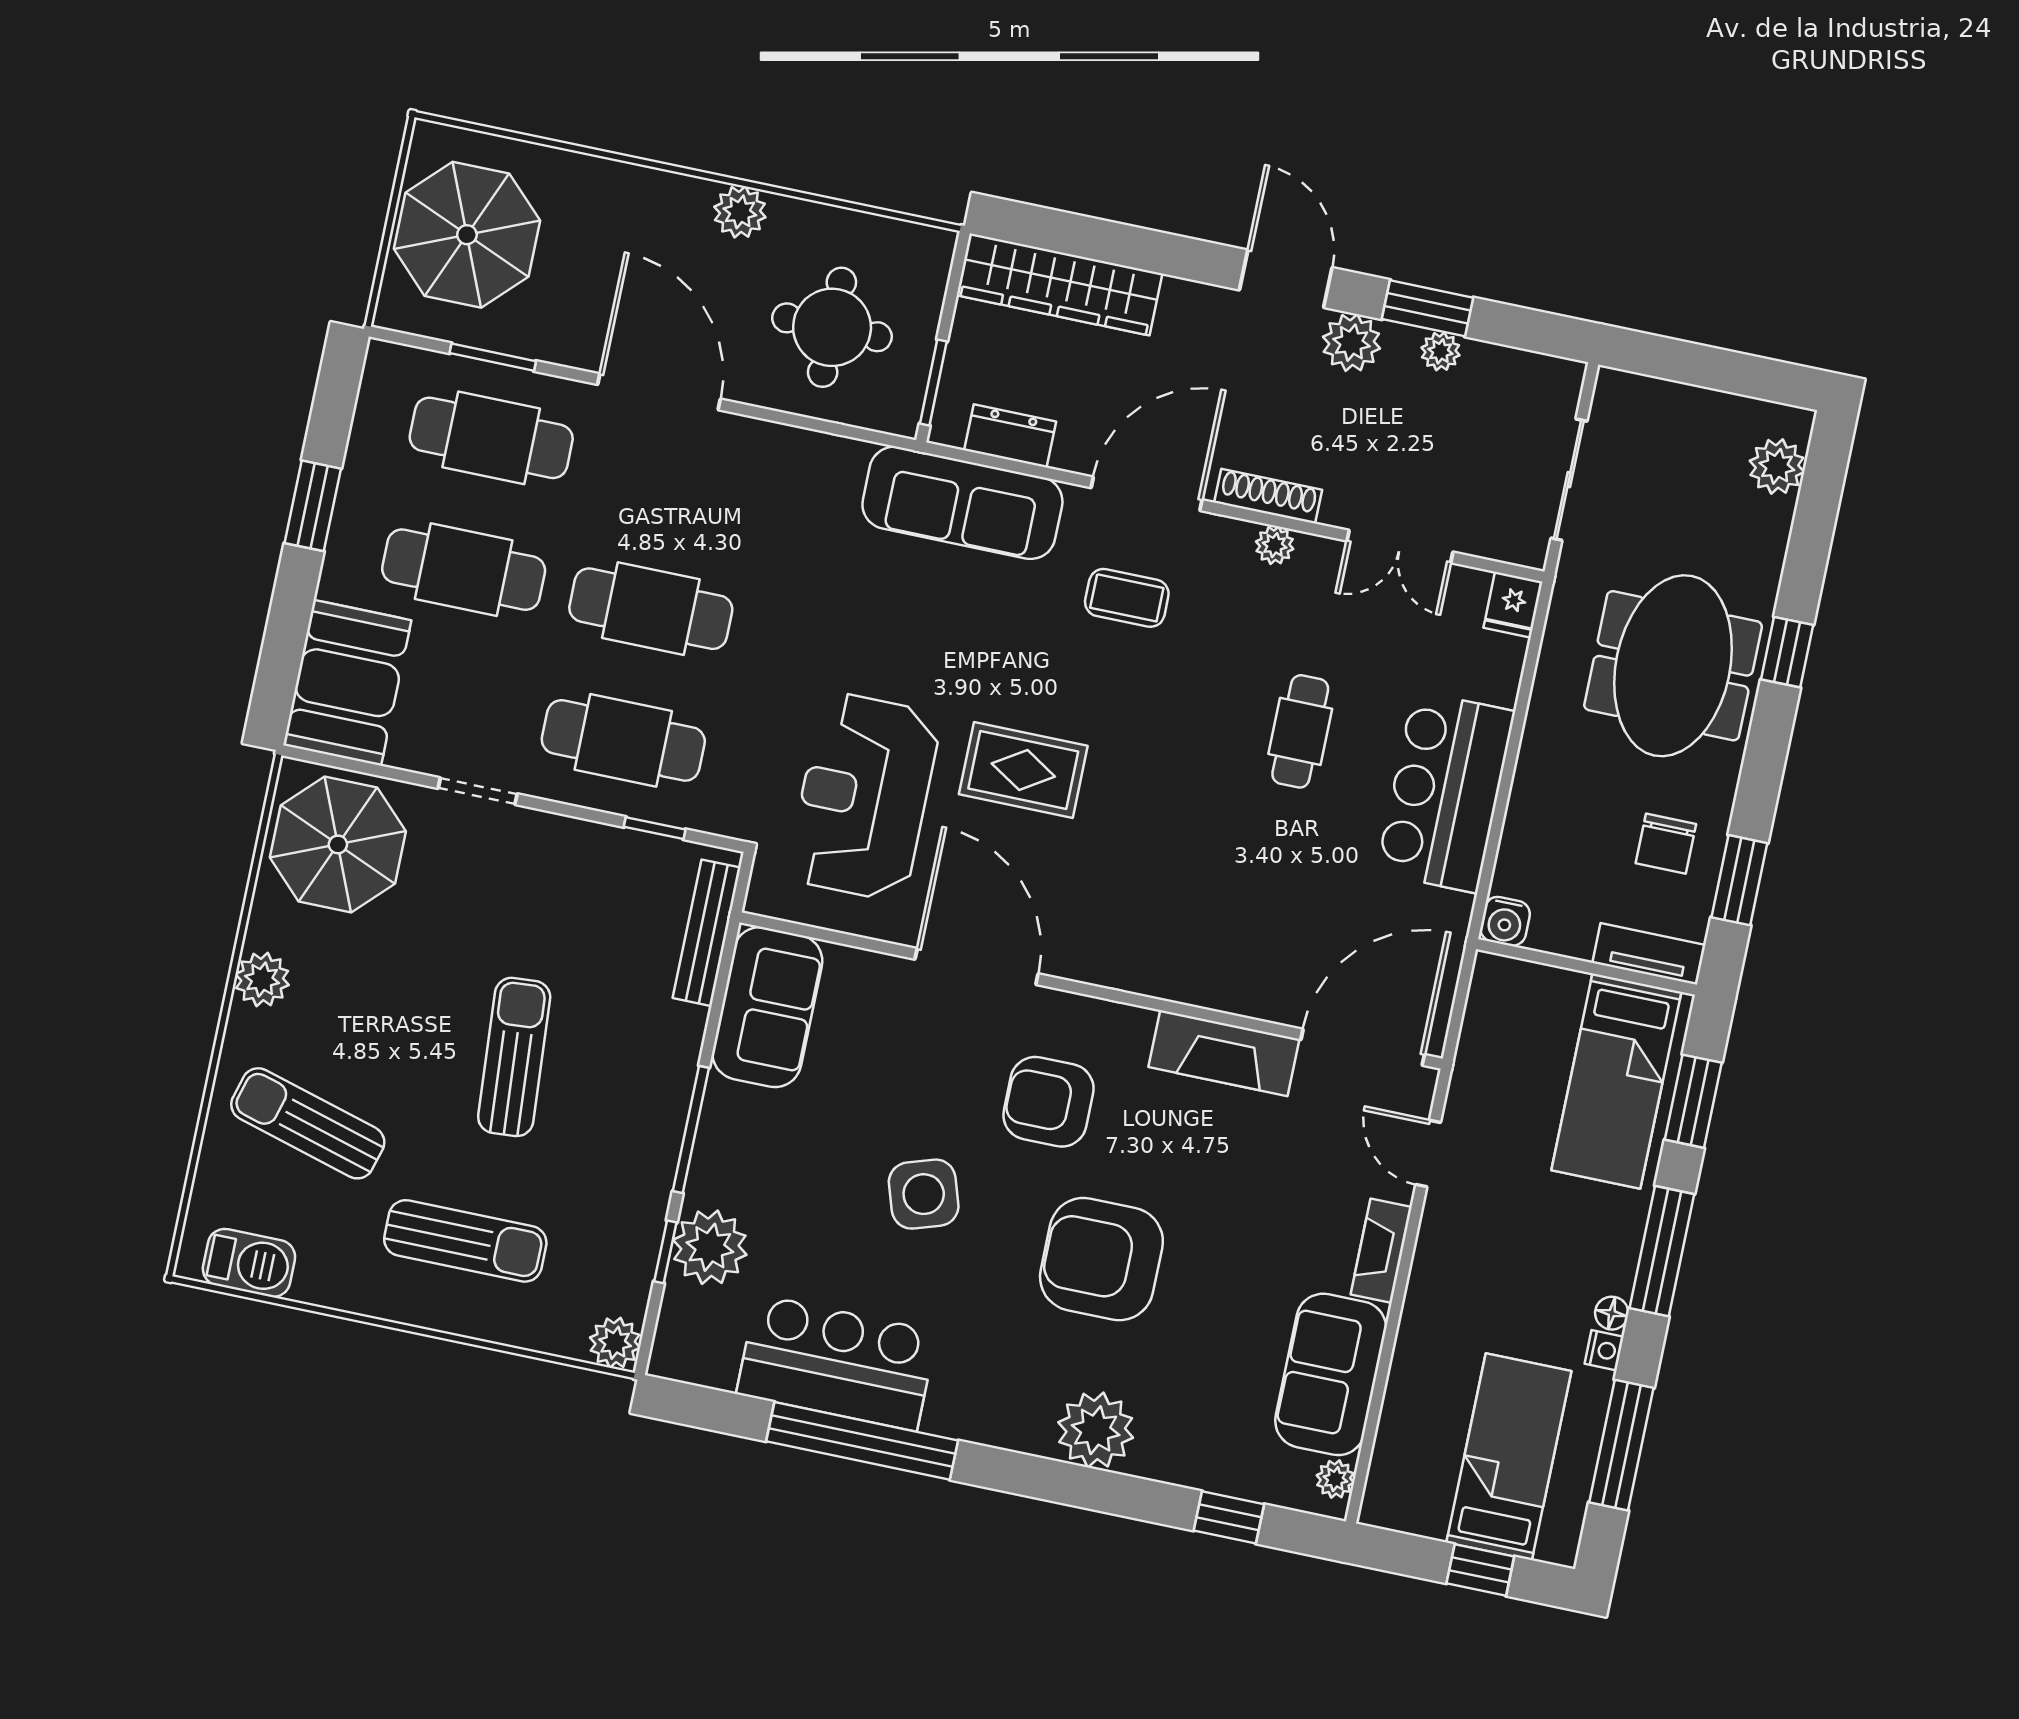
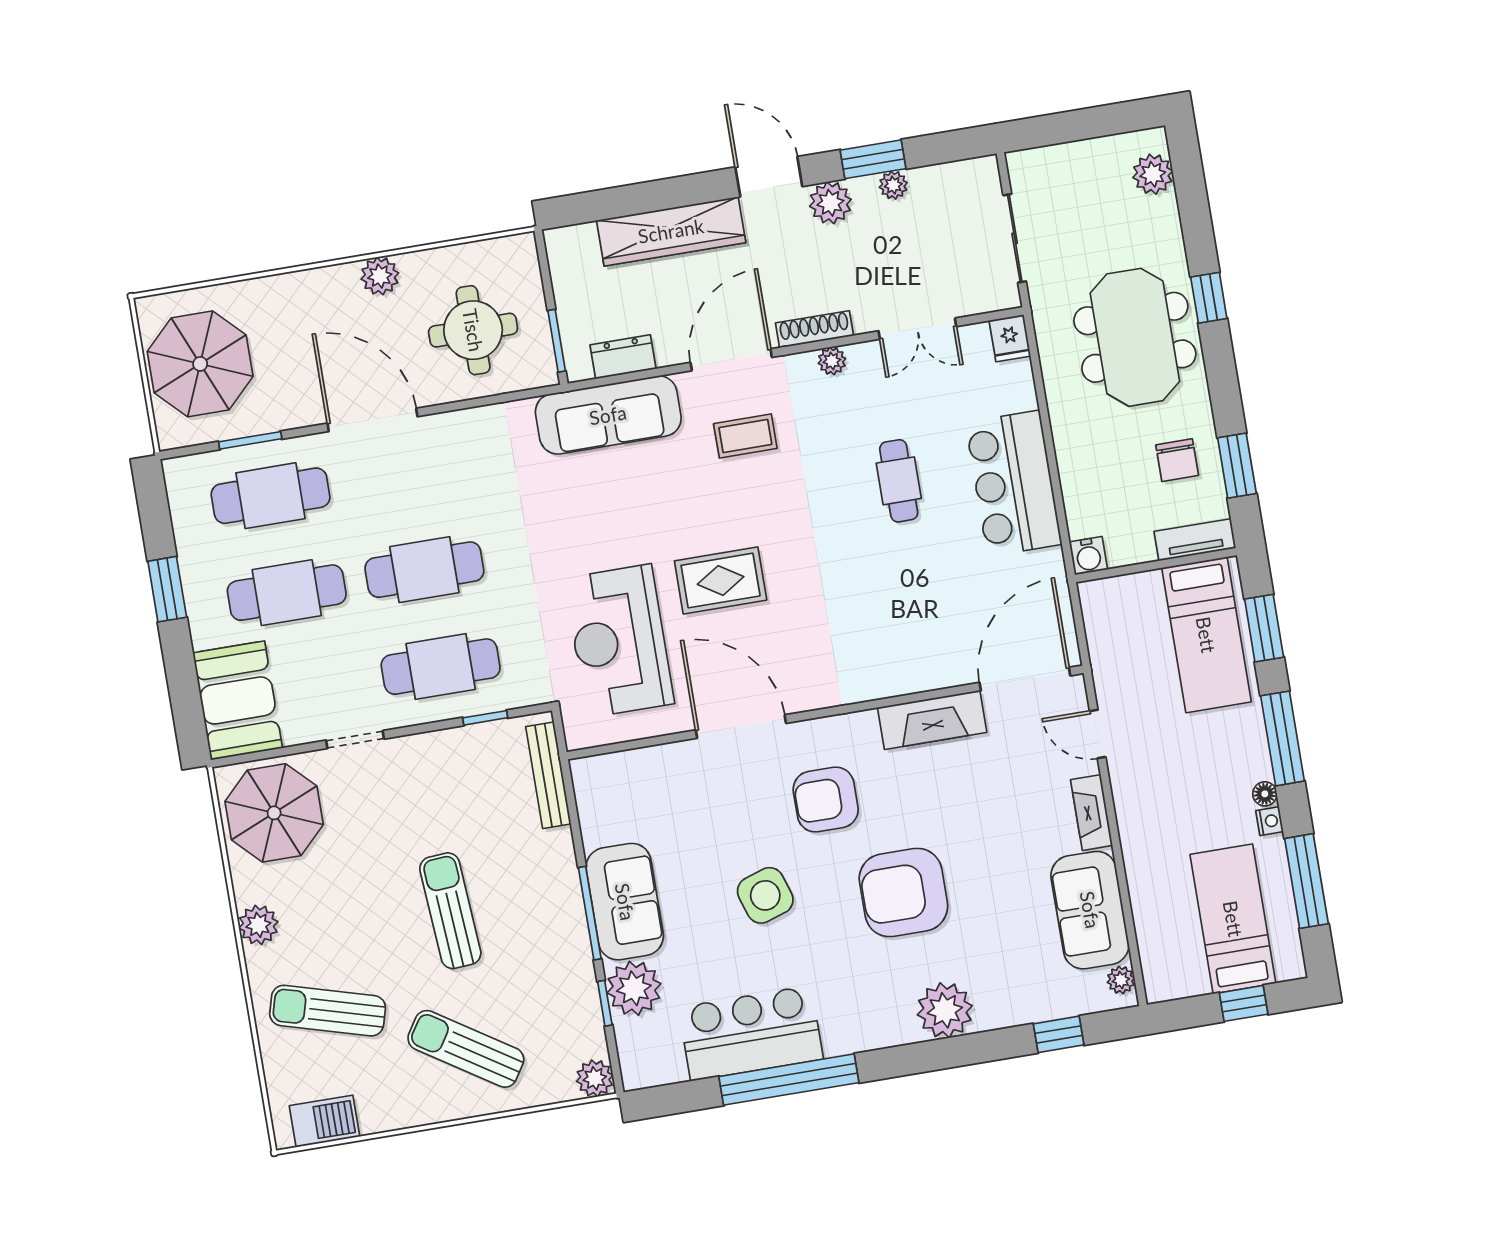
wardrobe: (1060, 284) -> (671, 231), moved
sofa: (767, 1007) -> (625, 902), moved
sun lounger: (465, 1241) -> (466, 1049), turned -147

